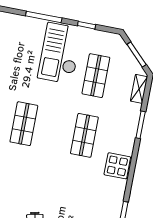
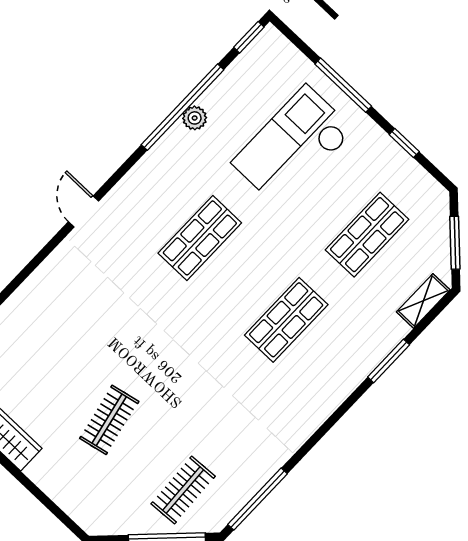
checkout: (60, 53) -> (293, 146), moved
display table: (117, 166) -> (308, 404), removed

